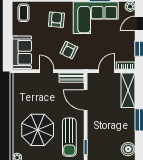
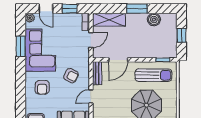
armchair: (56, 20) -> (42, 87), turned -95
door: (107, 71) -> (91, 40), swing flipped
boiler: (128, 149) -> (154, 20), moved

